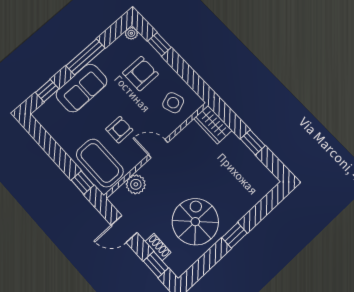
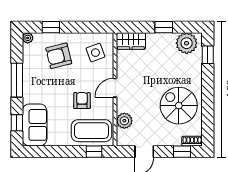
armchair: (141, 74) -> (59, 56), turned -104
sofa: (82, 88) -> (35, 125), moved
plant: (258, 176) -> (187, 43), added
window: (234, 235) -> (208, 55), moved
shoe rack: (158, 247) -> (192, 141), moved

